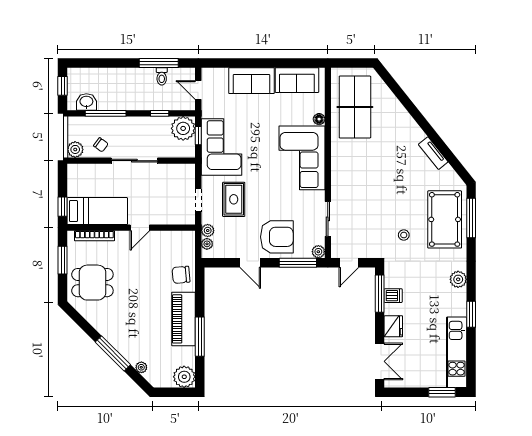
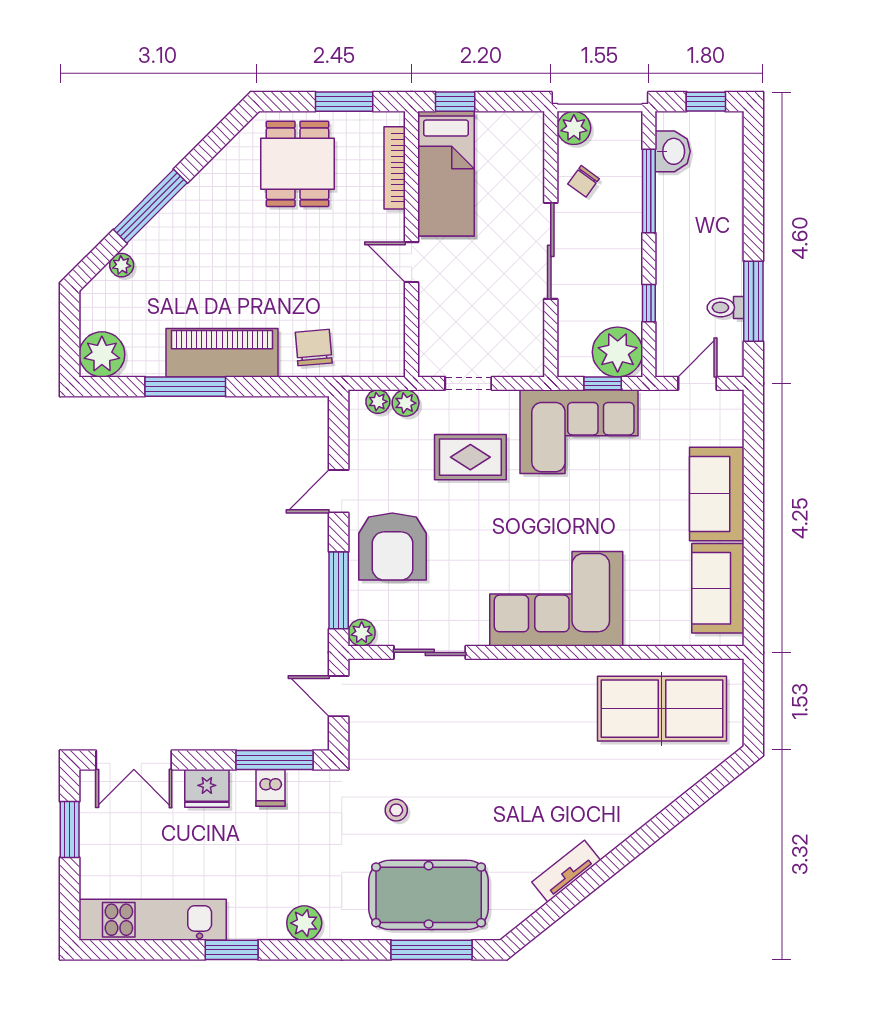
floor lamp: (319, 119) -> (637, 634), removed
window: (442, 392) -> (70, 830), moved

